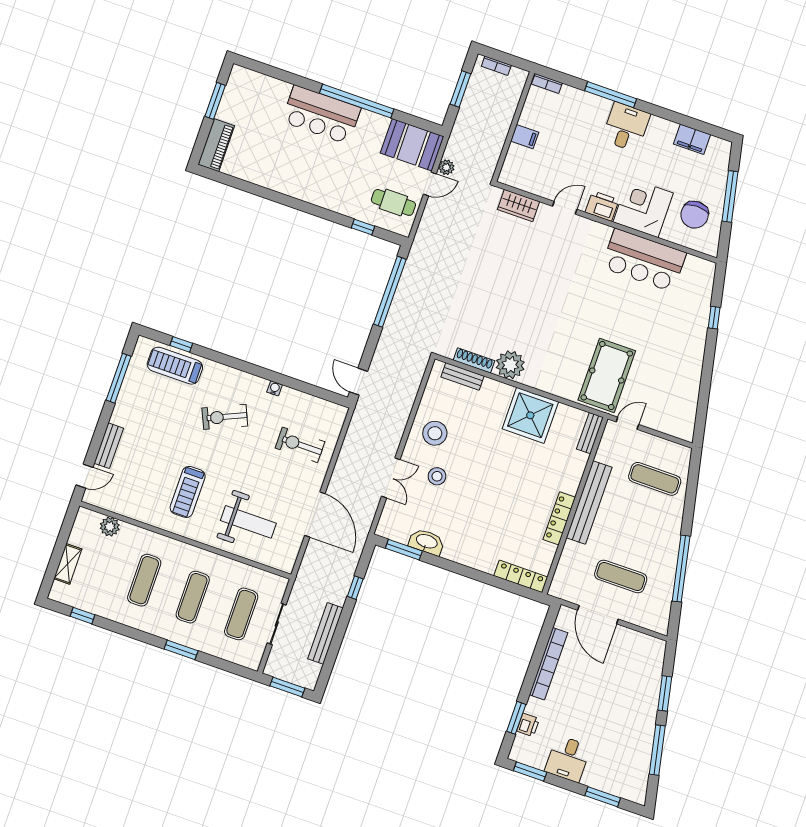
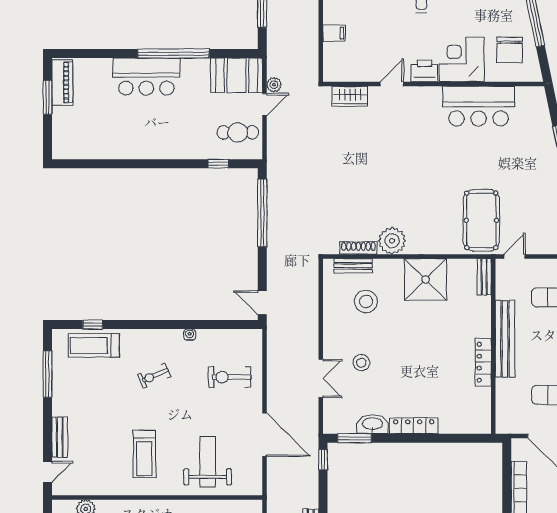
piano: (216, 145) -> (62, 83), moved
exercise bike: (225, 417) -> (154, 376), width x0.73, depth x0.72
stool: (435, 433) -> (366, 301), moved
weight bench: (248, 522) -> (208, 462), turned -90
locker: (521, 576) -> (414, 426), moved
window: (355, 588) -> (323, 460), moved

